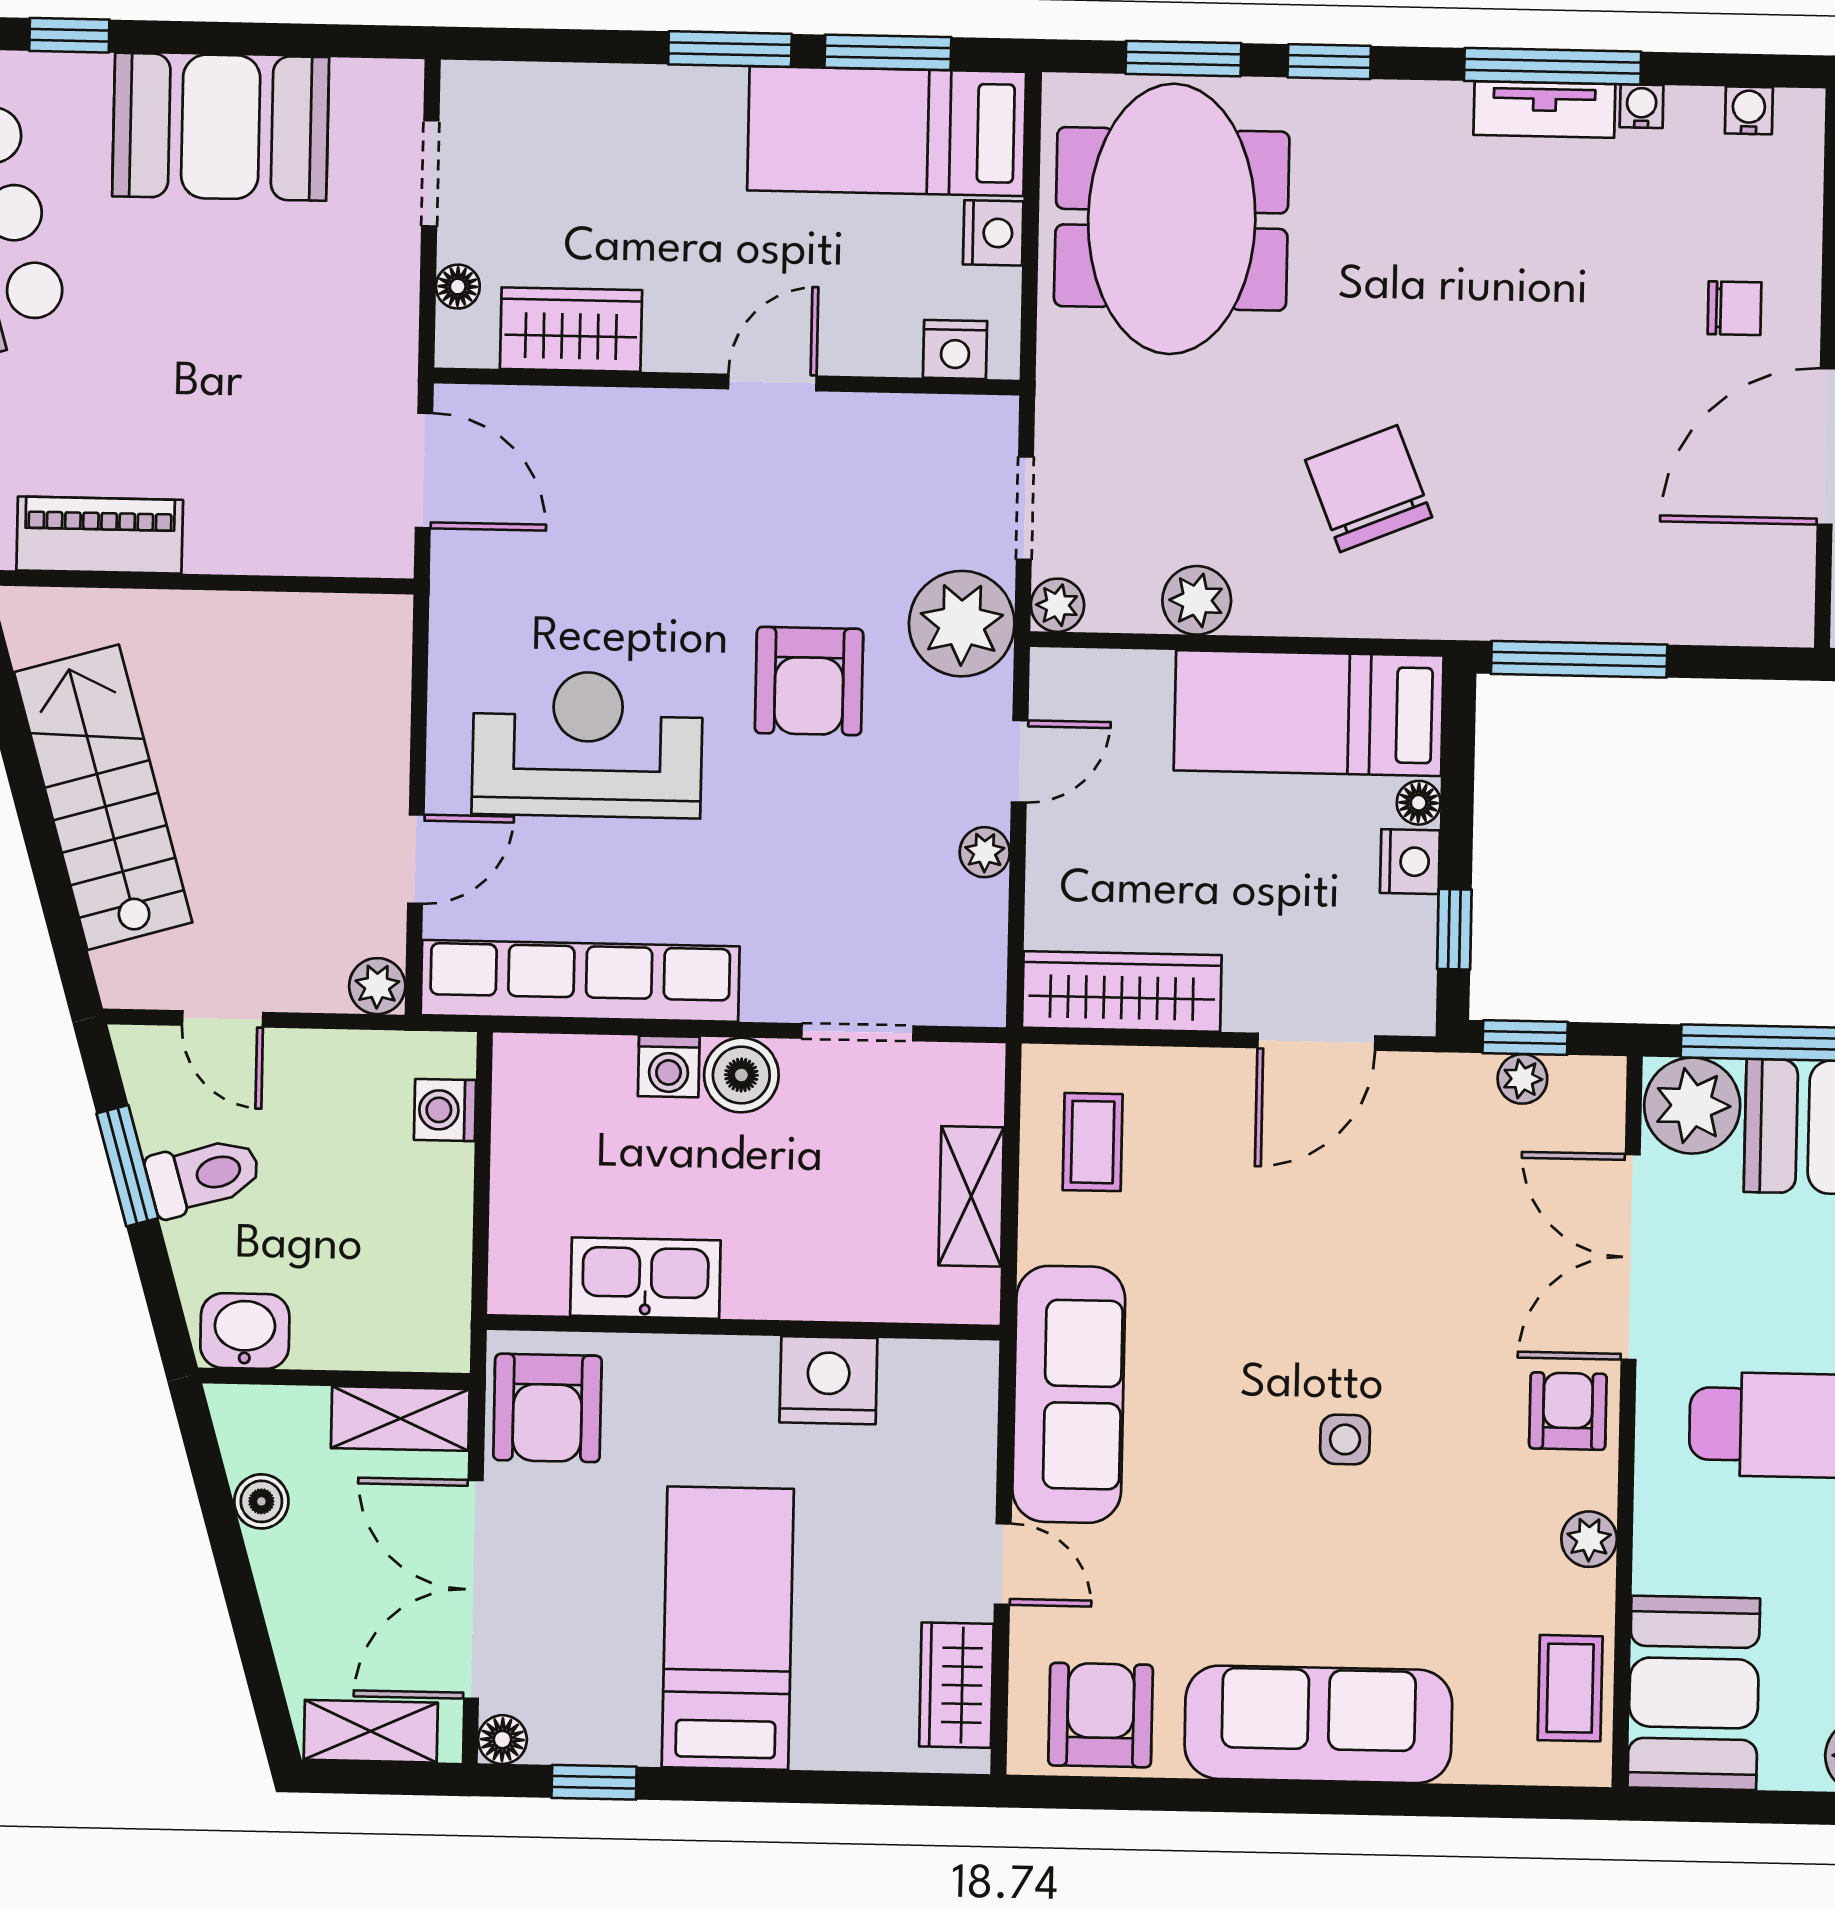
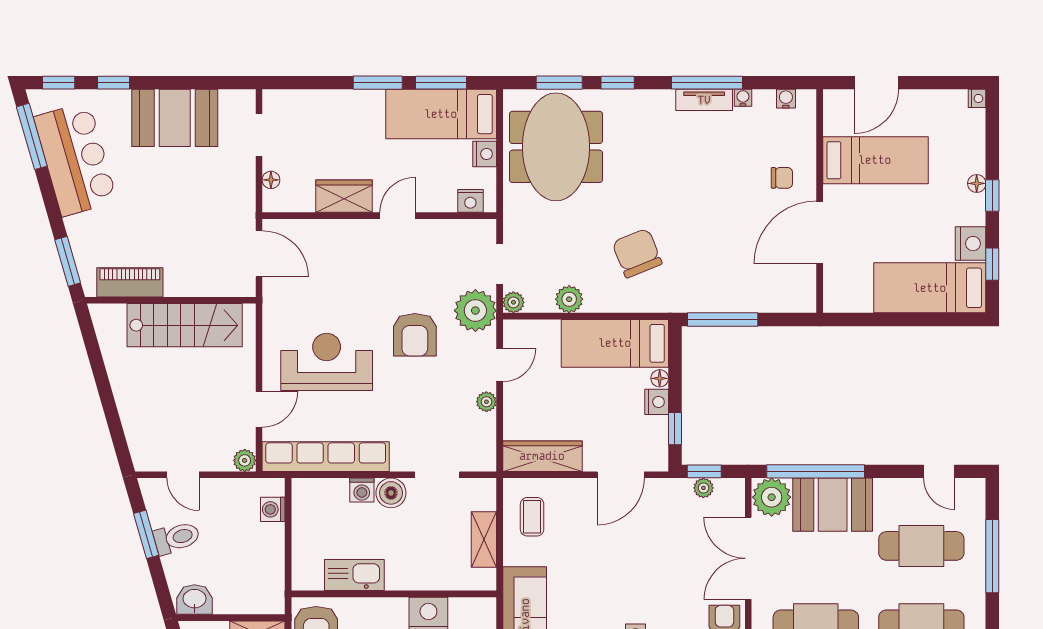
wardrobe: (571, 330) -> (344, 196), moved
stairs: (103, 797) -> (185, 325), moved, turned 106

